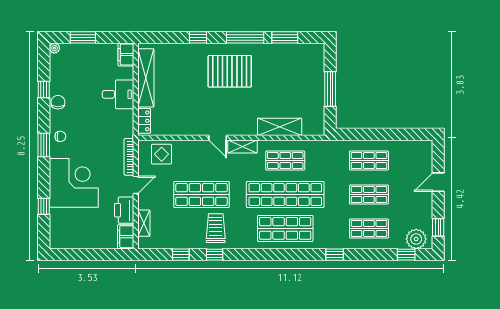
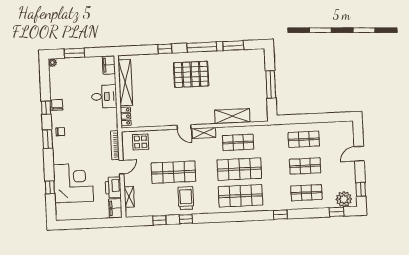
window: (44, 89) -> (46, 108), moved
corner desk: (74, 183) -> (73, 183), moved
shop shelf: (285, 194) -> (239, 169), width x0.71

